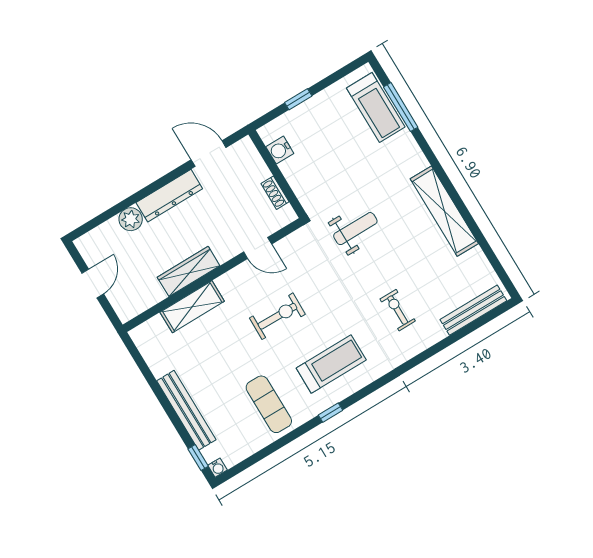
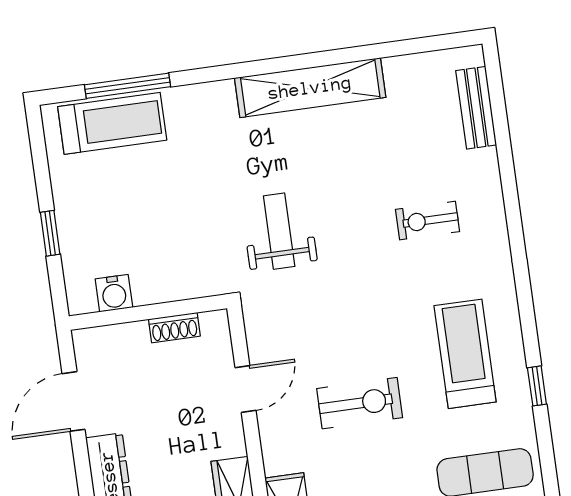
bench: (473, 310) -> (476, 108), width x0.73
exercise bike: (277, 316) -> (360, 403), turned 89

